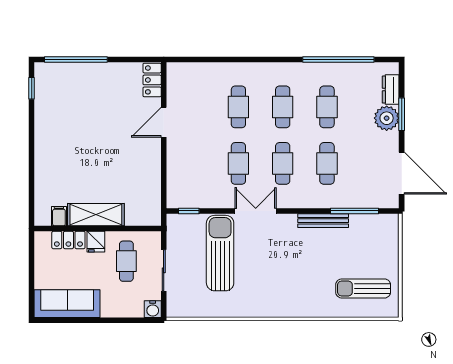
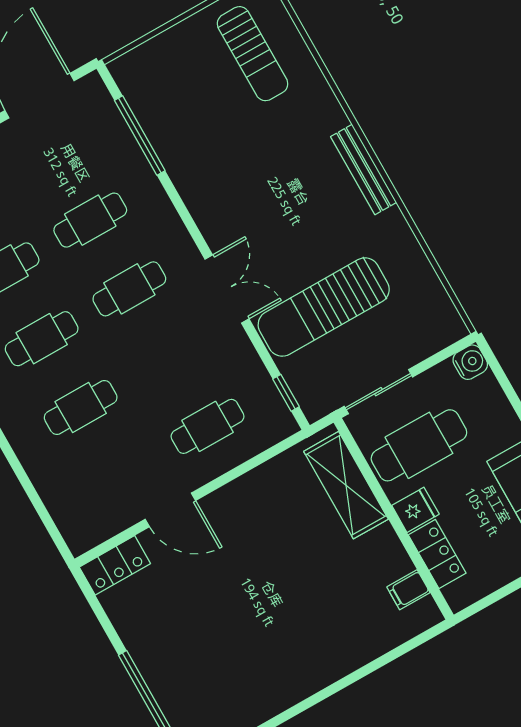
cafe table: (238, 163) -> (207, 426), moved
double door: (256, 211) -> (227, 289), swing flipped
shelving: (96, 215) -> (346, 485), moved
bench: (323, 221) -> (364, 170), moved
cafe table: (126, 261) -> (419, 445), width x1.37, depth x1.35
sliding door: (164, 270) -> (378, 392), moved

